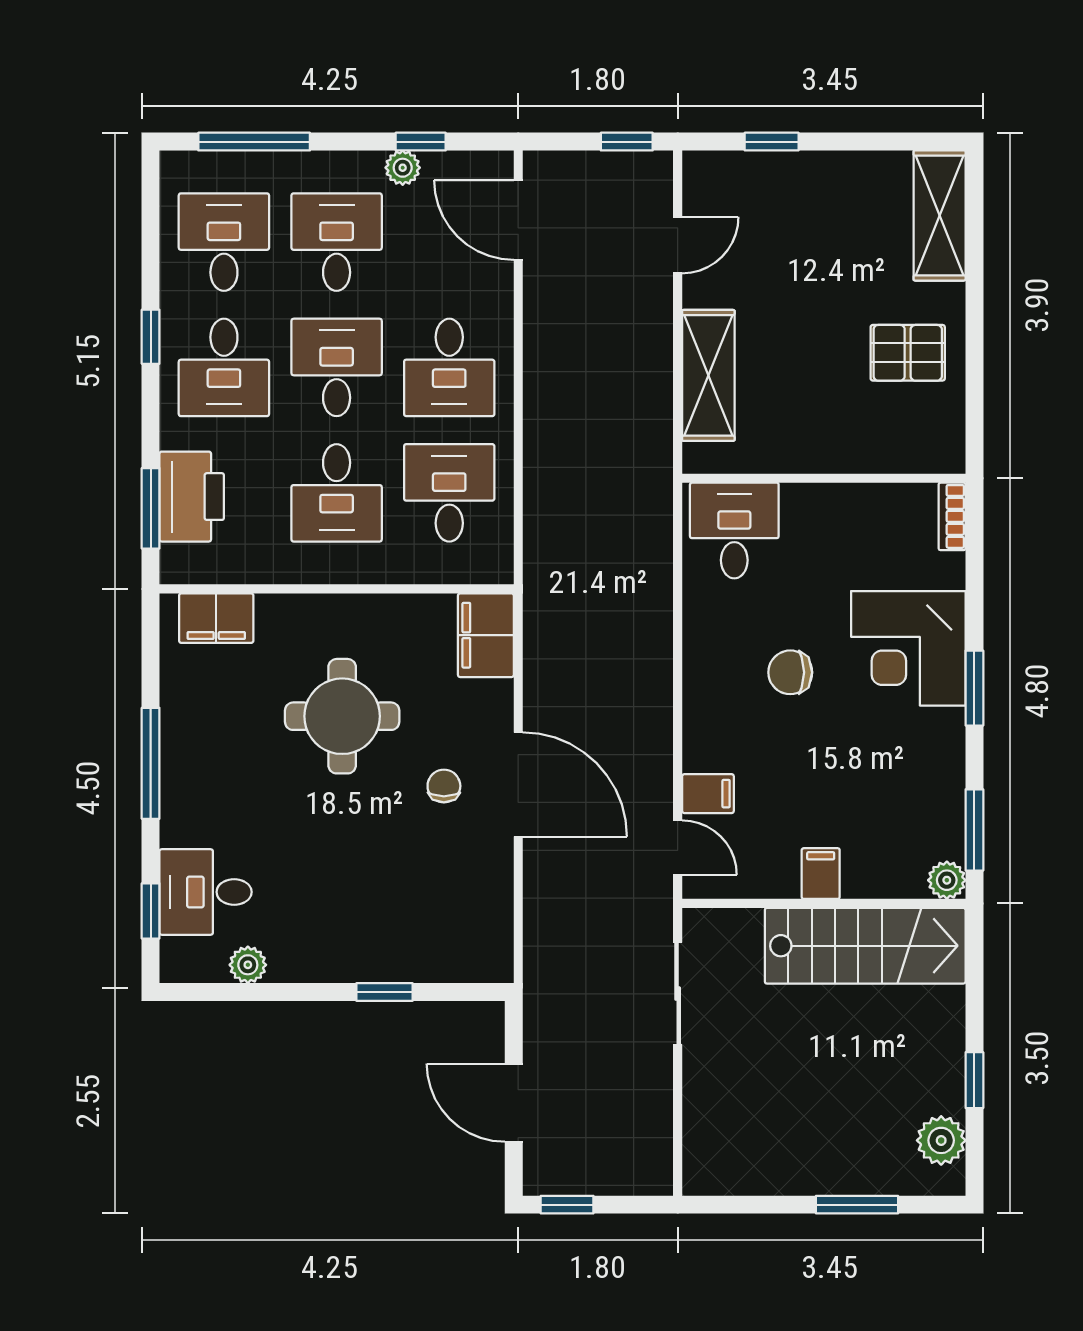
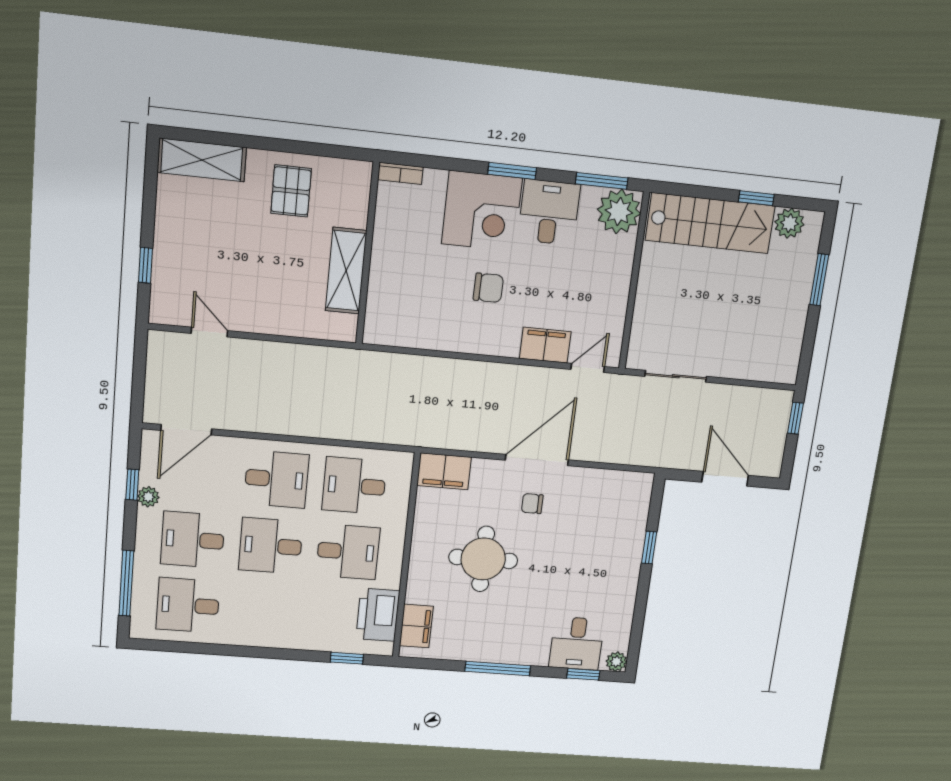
window: (627, 142) -> (140, 358), removed
window: (151, 337) -> (243, 651), removed
desk: (224, 367) -> (265, 611), removed
shelving: (708, 375) -> (346, 271), moved, turned 90
printer: (192, 497) -> (378, 615), moved, turned -90
window: (151, 508) -> (347, 658), width x0.67
desk: (734, 531) -> (549, 212), moved, turned 90
chair: (790, 672) -> (488, 288), turned -90
filing cabinet: (708, 794) -> (545, 345), width x2.00
filing cabinet: (821, 874) -> (616, 281), removed
plant: (947, 880) -> (619, 212), width x1.88, depth x1.88
stairs: (865, 946) -> (710, 223), moved, turned 90
plant: (248, 965) -> (616, 662), moved
door: (514, 1103) -> (725, 479), swing flipped
window: (567, 1205) -> (795, 418), moved

